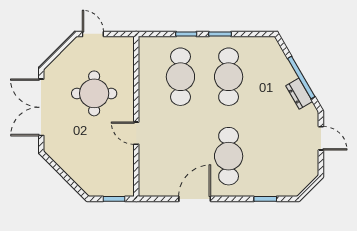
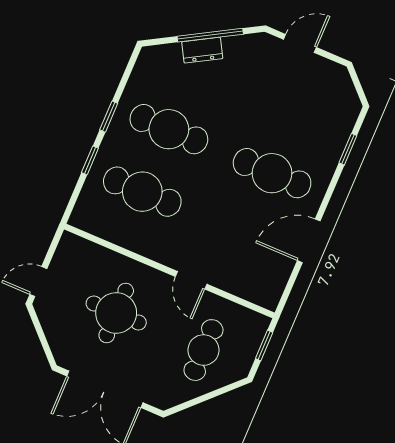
dresser: (299, 94) -> (202, 50), moved
door: (136, 133) -> (191, 280), hinge flipped
cafe table: (94, 161) -> (203, 350), added
door: (195, 199) -> (309, 241), hinge flipped

